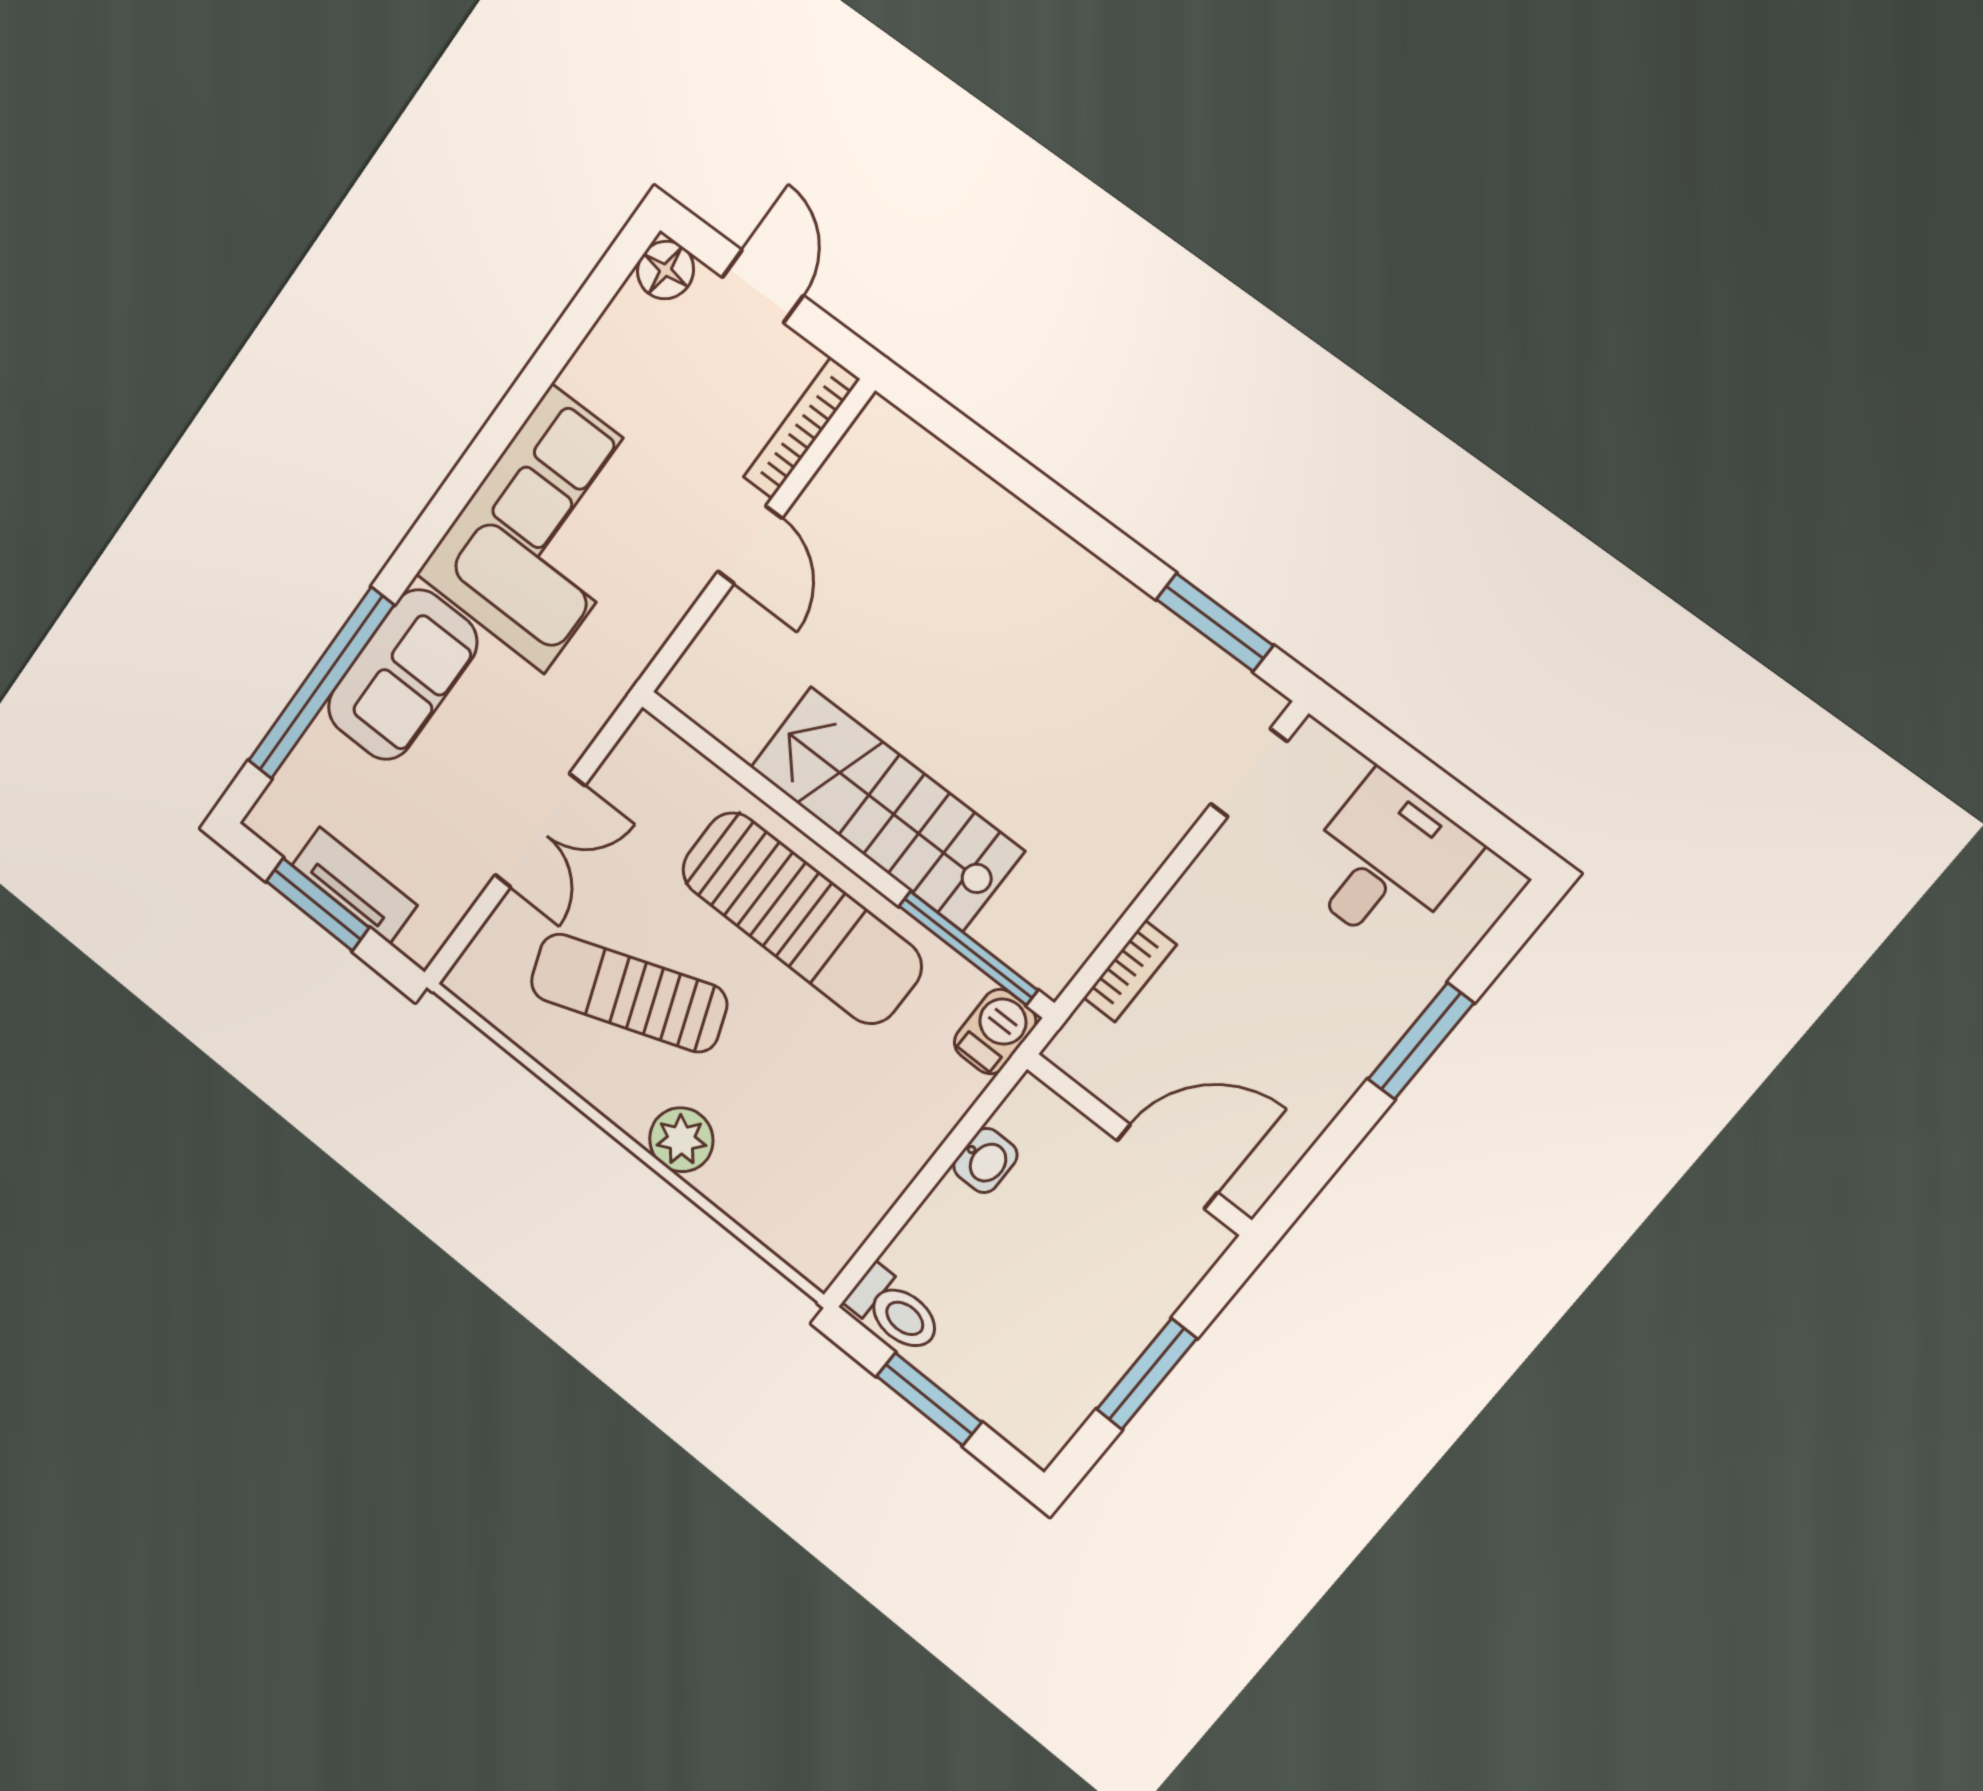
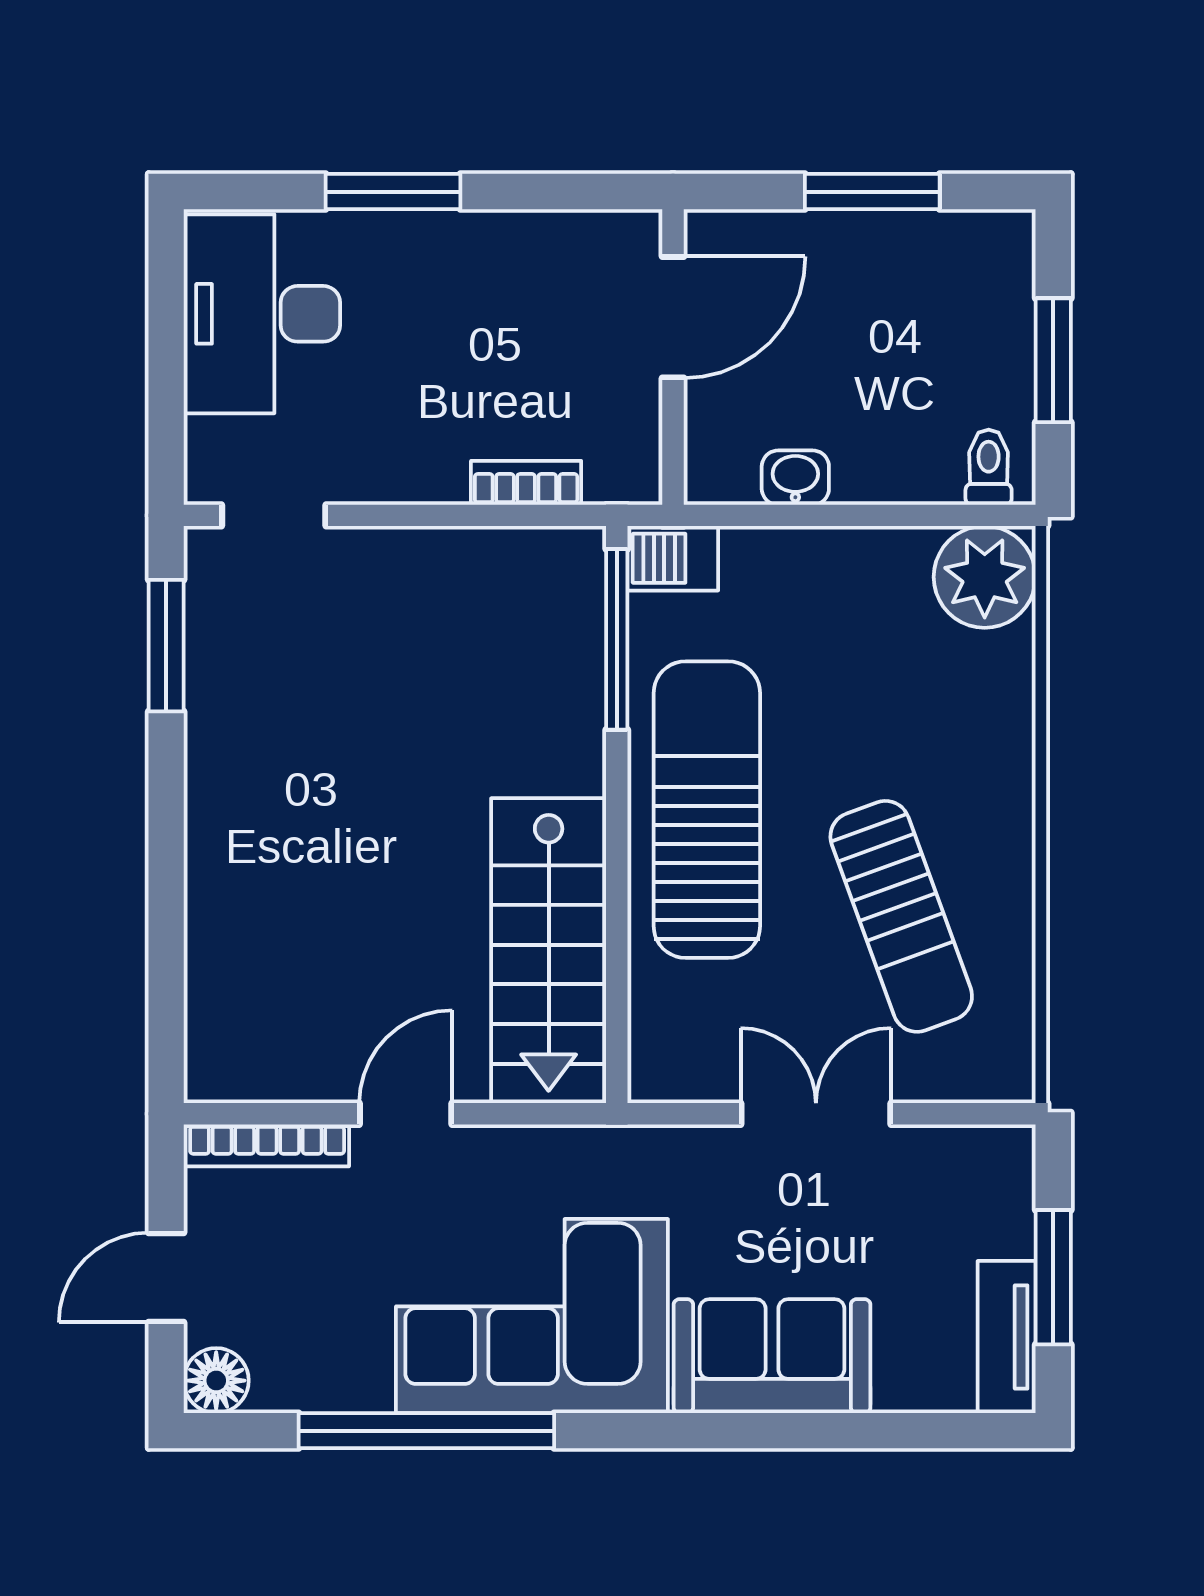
window: (321, 683) -> (426, 1431), moved
stairs: (887, 809) -> (549, 951), moved
desk: (1386, 862) -> (262, 314), width x1.37
tv unit: (354, 885) -> (1007, 1337), moved
plant: (681, 1140) -> (985, 577), moved, width x1.36, depth x1.36
door: (1167, 1166) -> (673, 317), swing flipped
toilet: (895, 1310) -> (989, 467), width x0.73, depth x0.72

